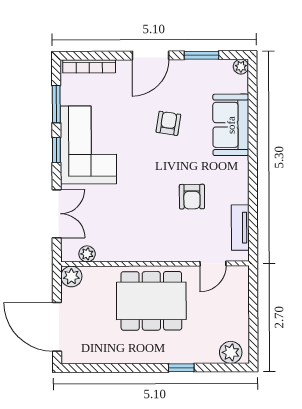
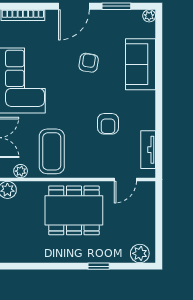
coffee table: (124, 230) -> (52, 151), added

